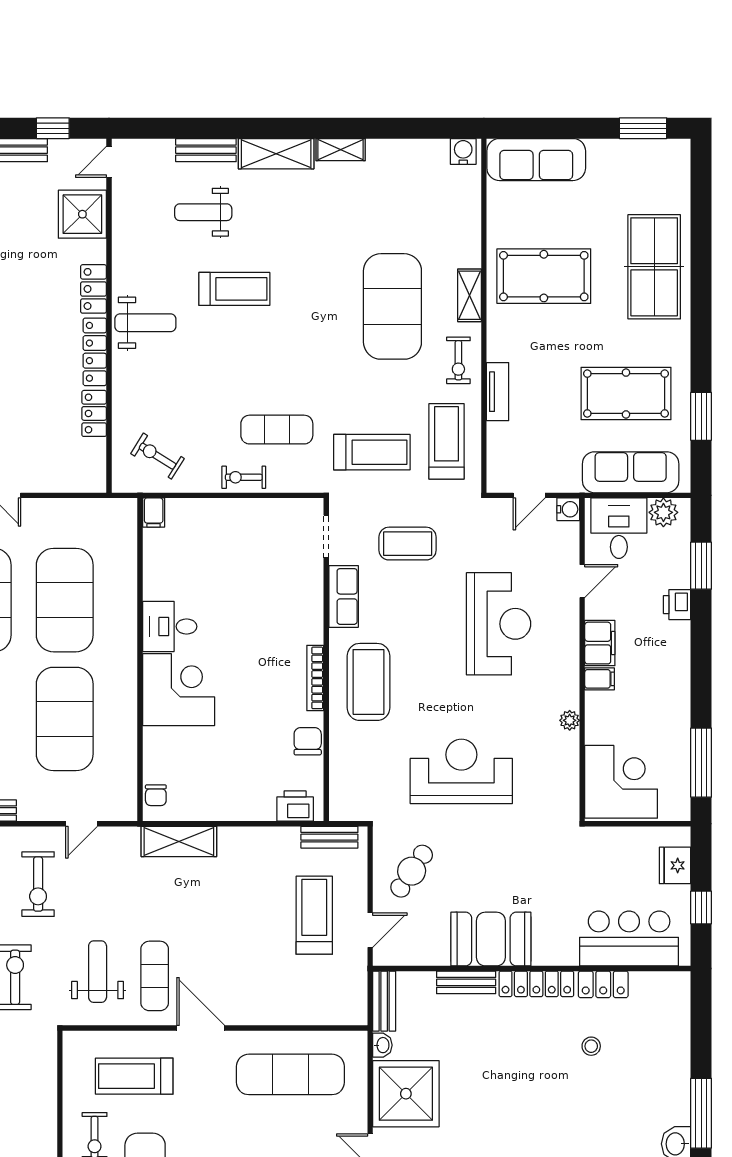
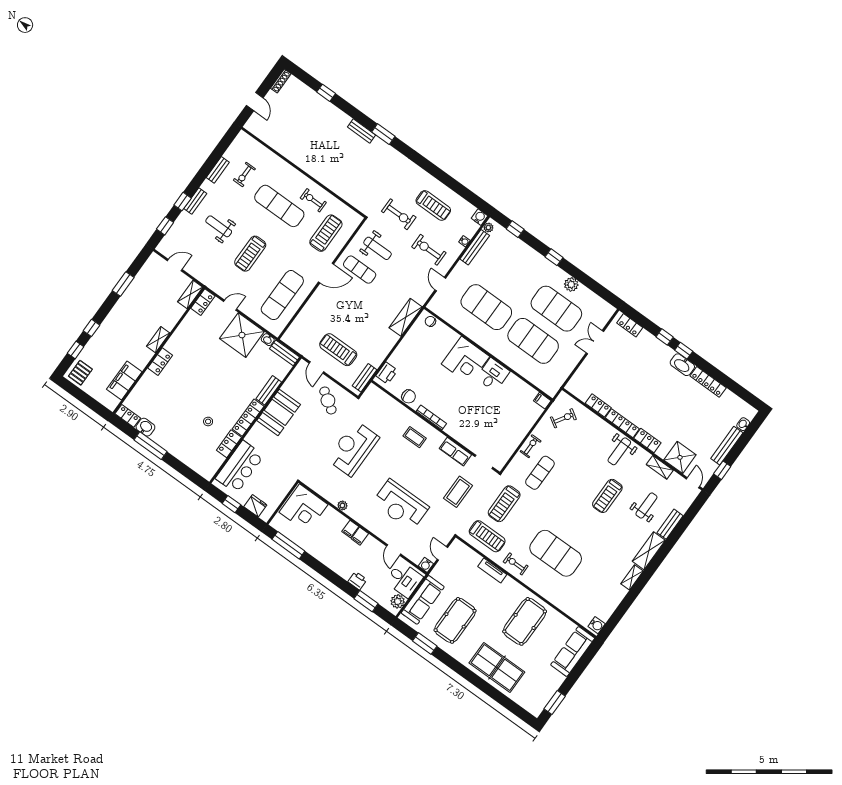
shelving: (470, 295) -> (660, 467), moved
filing cabinet: (600, 643) -> (360, 536), width x0.50
coffee table: (368, 682) -> (415, 437), width x0.54, depth x0.58
reception desk: (461, 771) -> (353, 448), turned 180
treadmill: (314, 915) -> (338, 350), turned 180

